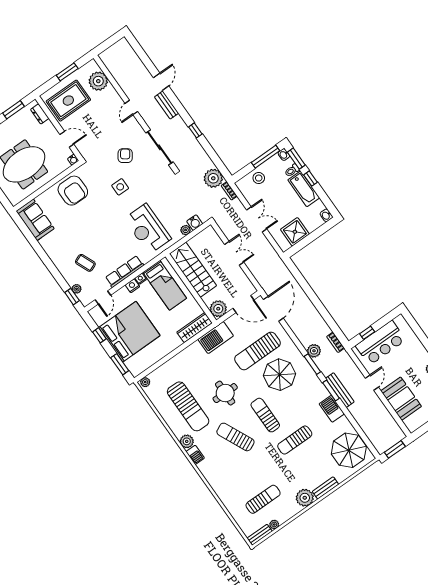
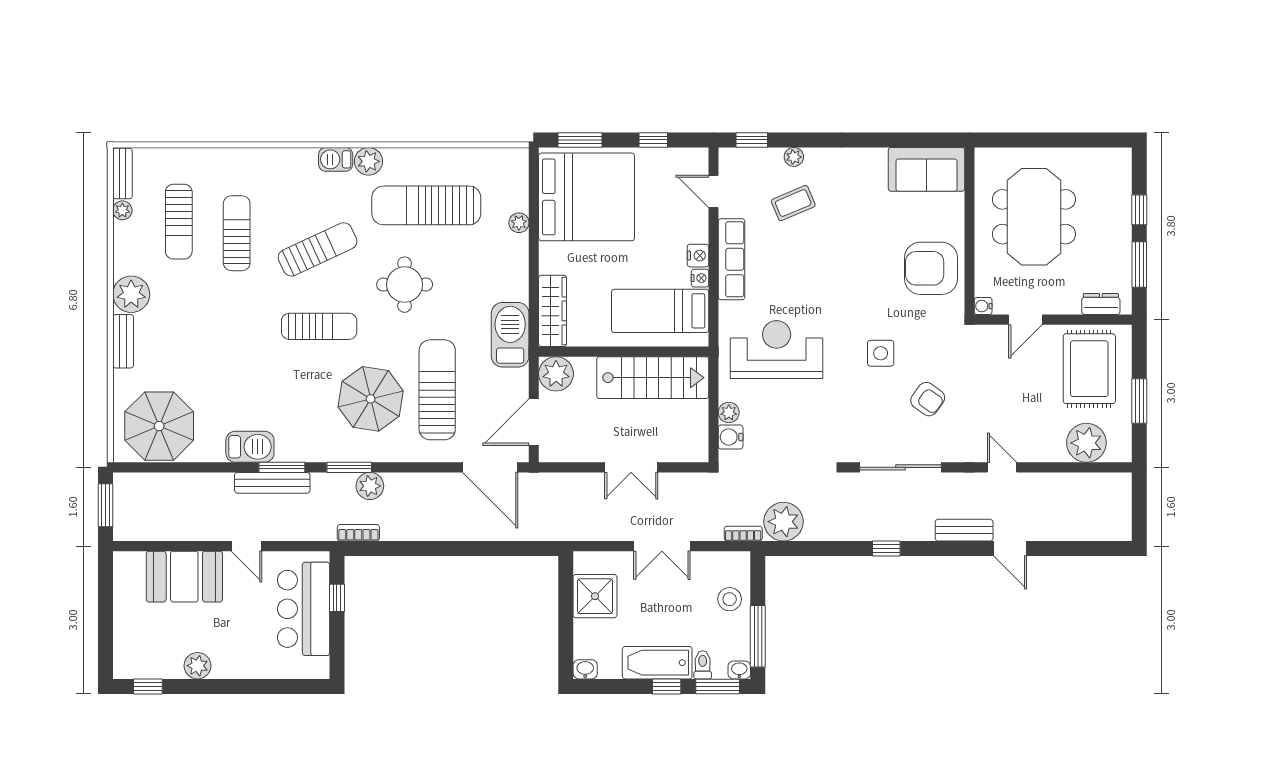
plant: (77, 289) -> (794, 157), moved
bed: (129, 332) -> (587, 197), moved, turned -90
plant: (145, 382) -> (519, 223), moved
sun lounger: (295, 440) -> (237, 233), moved

